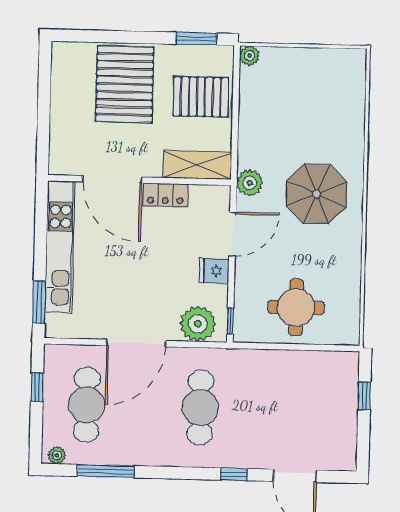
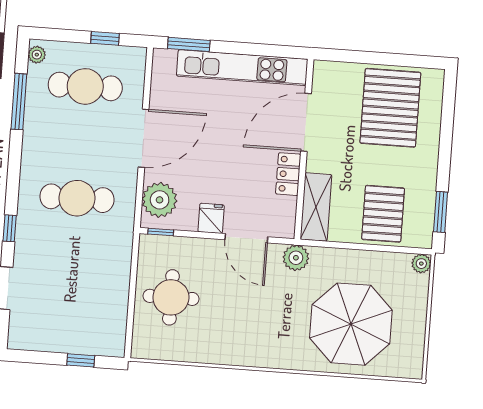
pallet: (125, 84) -> (390, 108), moved, turned 90
parasol: (316, 194) -> (351, 324), moved, width x1.36, depth x1.36
door: (136, 343) -> (144, 138), swing flipped

